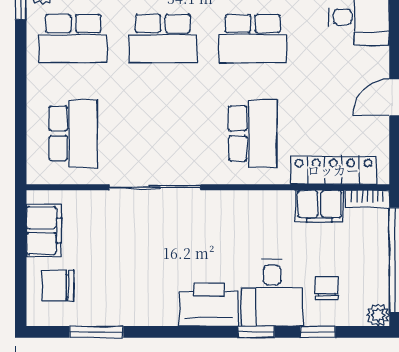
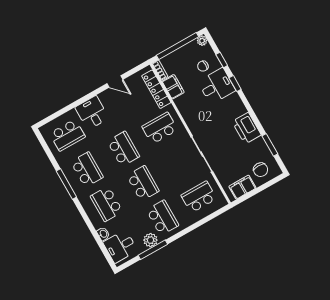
printer: (209, 305) -> (247, 128), moved

